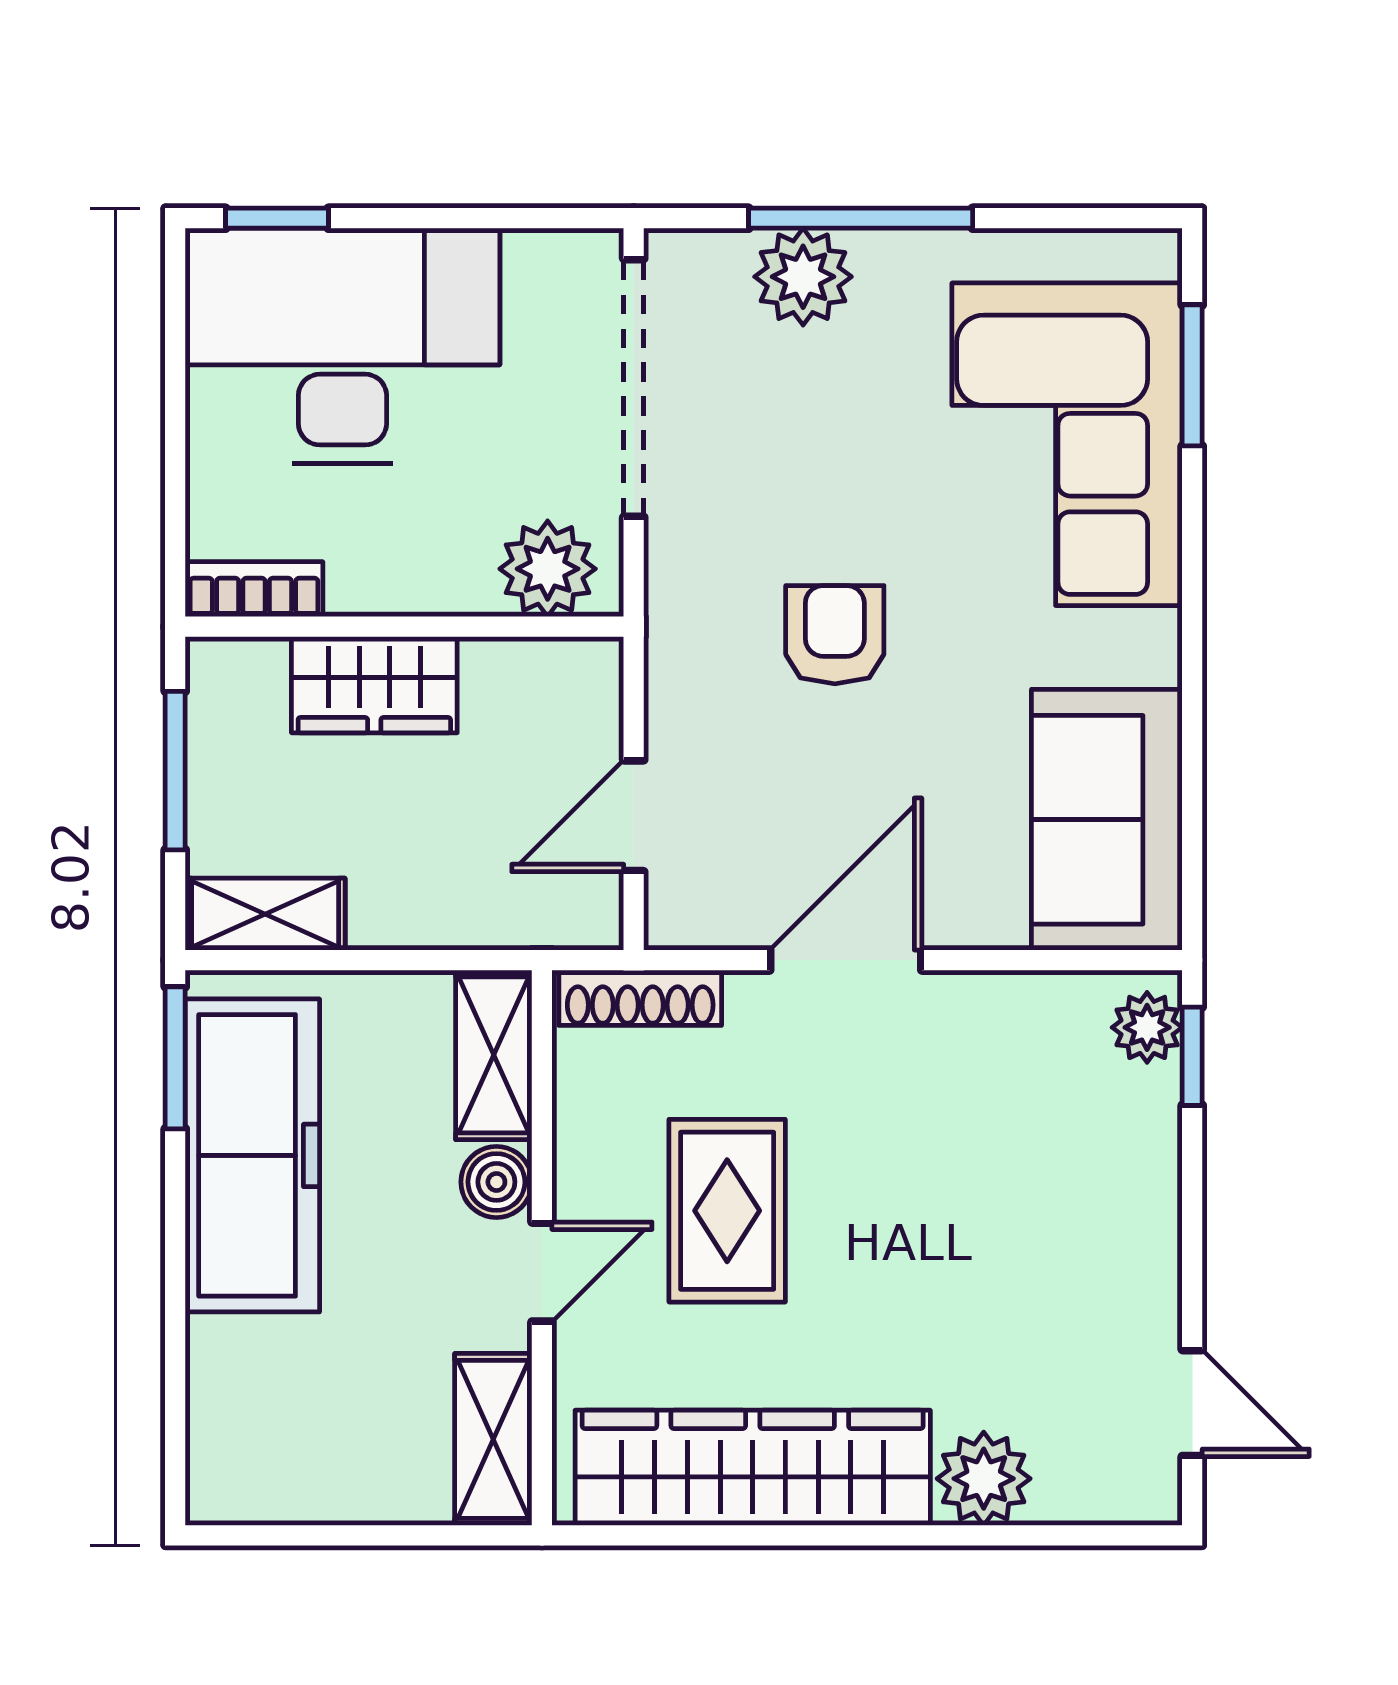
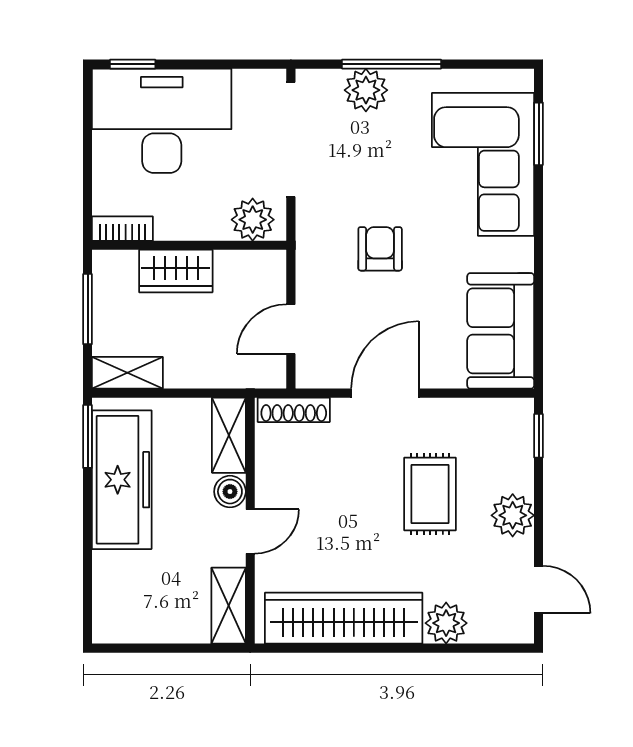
plant: (1147, 1027) -> (513, 515), moved, width x1.38, depth x1.38
rug: (727, 1211) -> (430, 494), moved

